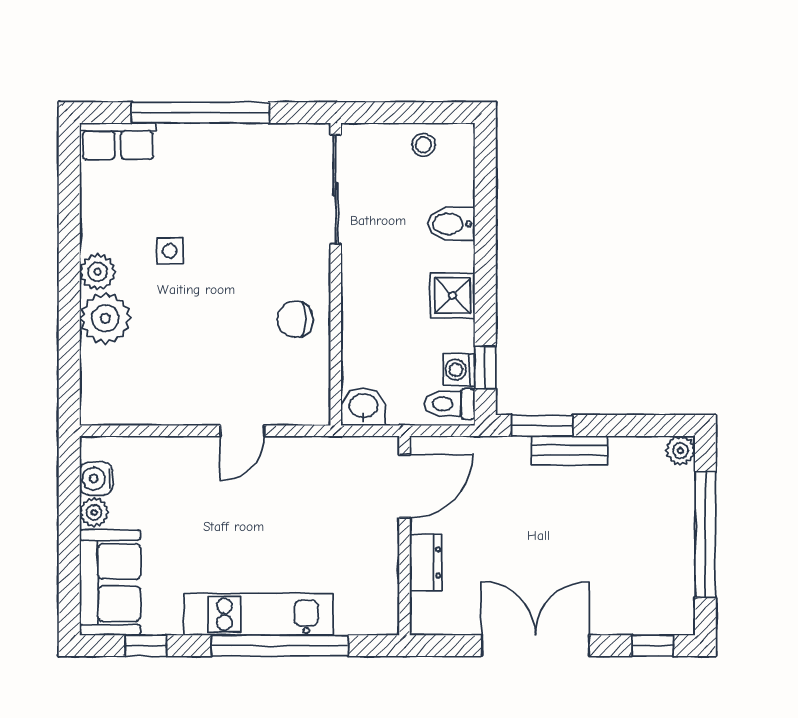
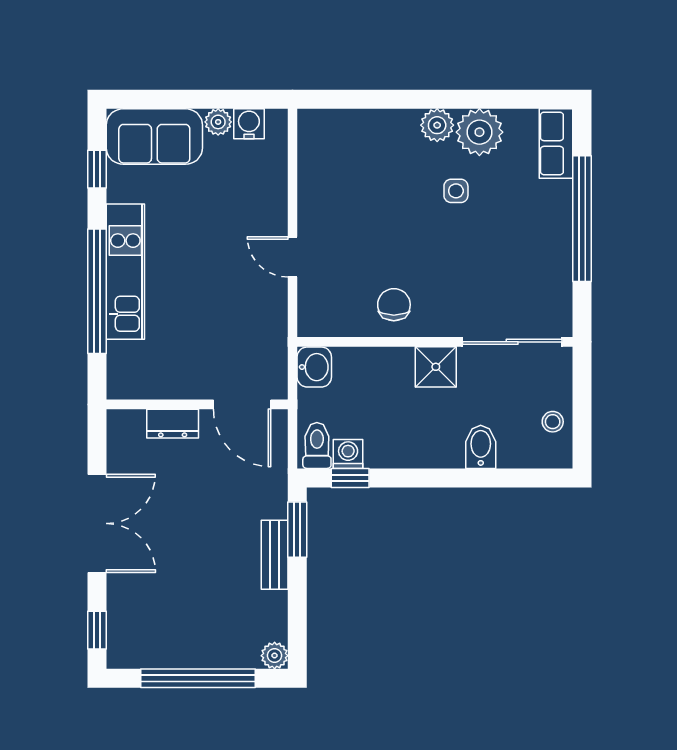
shower: (453, 295) -> (436, 367), moved
plant: (105, 318) -> (479, 132), moved

